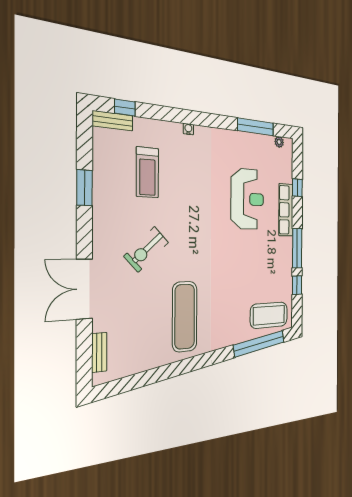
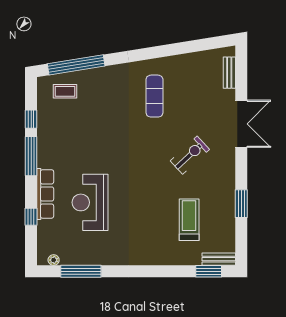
window: (125, 108) -> (209, 271), width x1.50
water cooler: (188, 129) -> (151, 261), removed
coffee table: (269, 315) -> (65, 91), width x0.54, depth x0.58
exercise mat: (185, 317) -> (154, 96), width x0.73, depth x0.69

